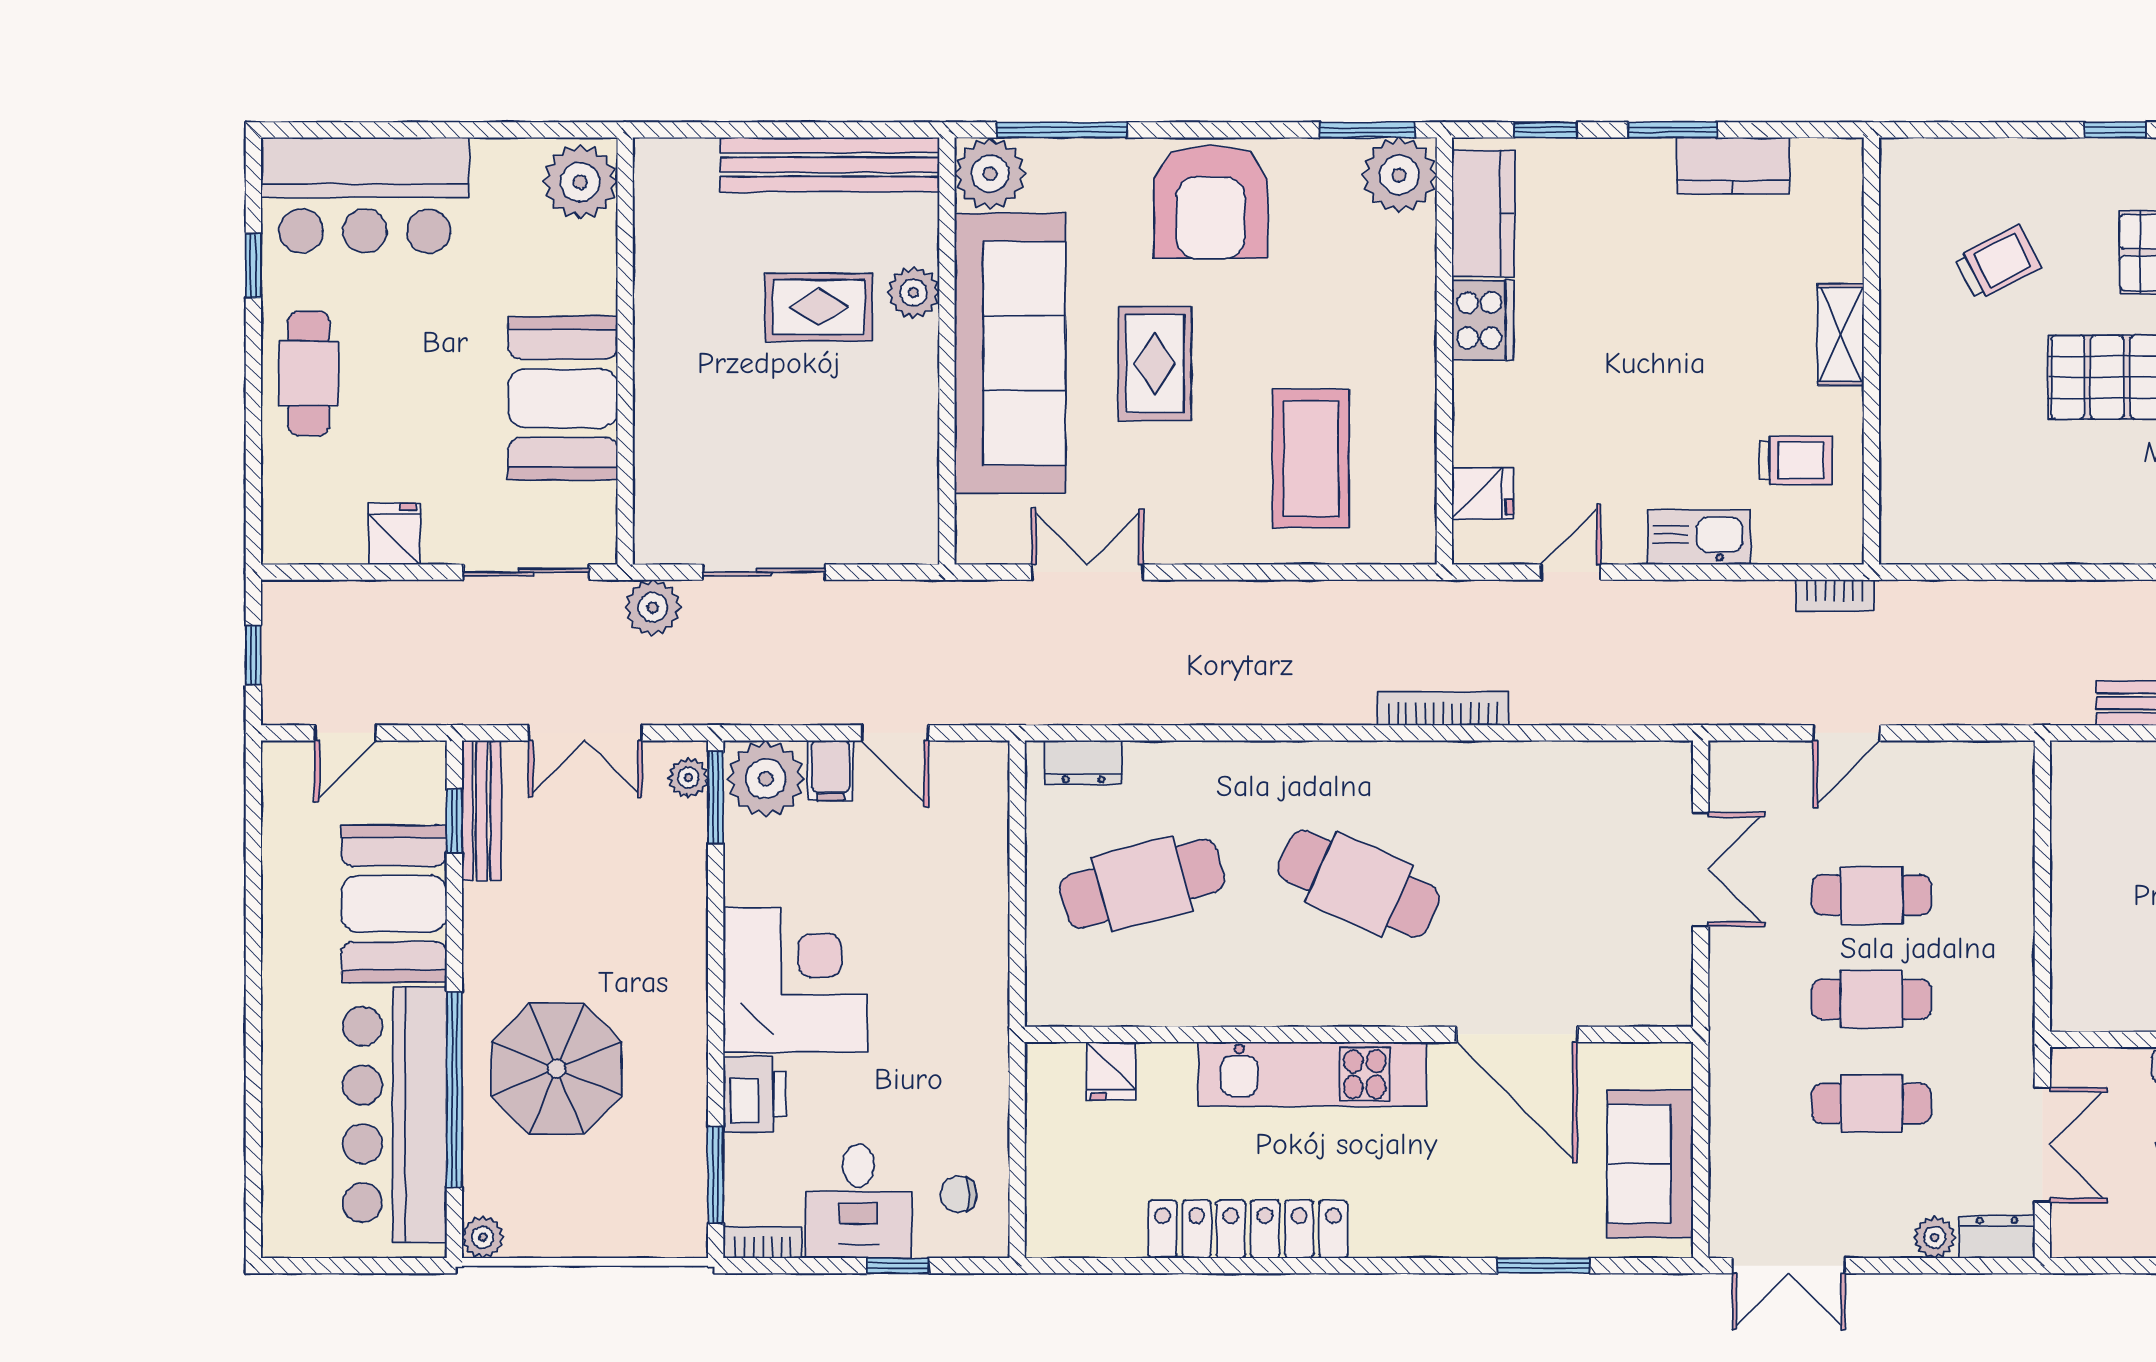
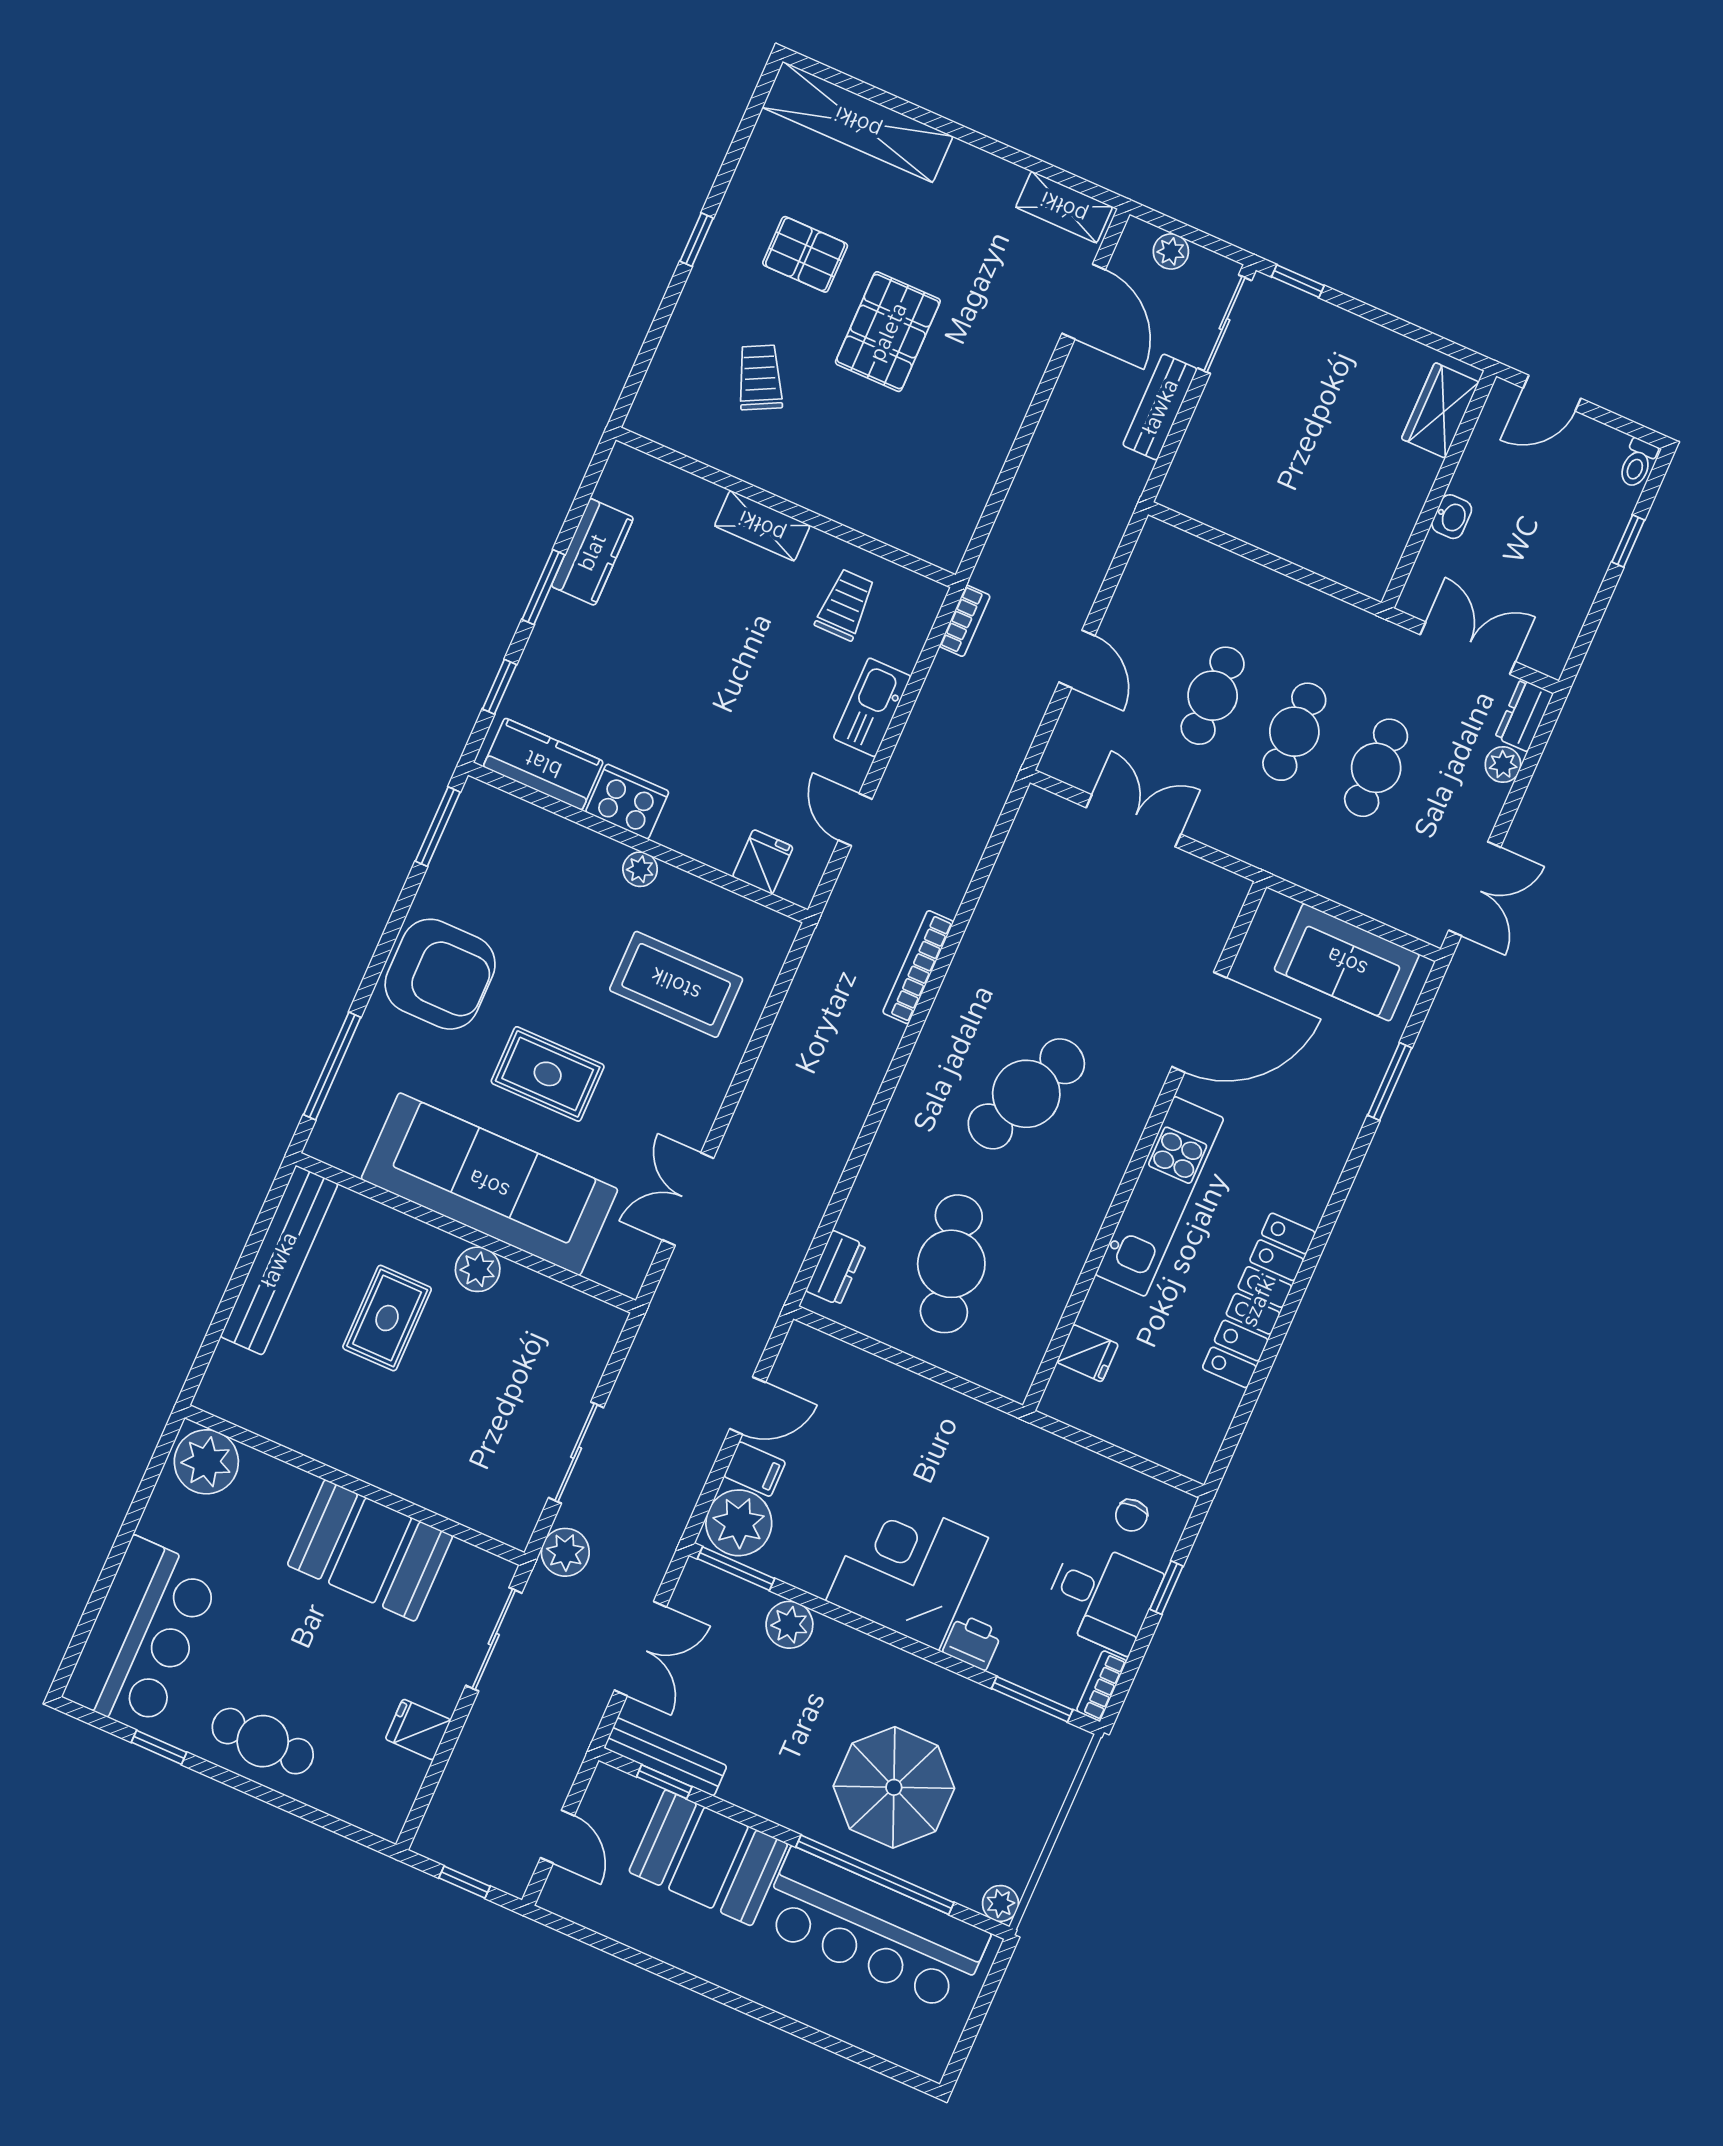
plant: (990, 174) -> (342, 1138), removed
plant: (1399, 175) -> (640, 869), moved, width x0.53, depth x0.53
plant: (913, 293) -> (478, 1269), moved
plant: (688, 778) -> (789, 1625), moved, width x1.38, depth x1.38
printer: (755, 1094) -> (972, 1642), width x0.73, depth x0.81

